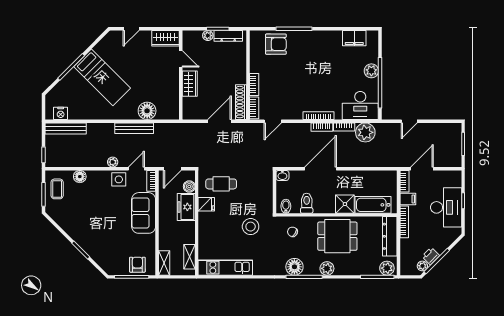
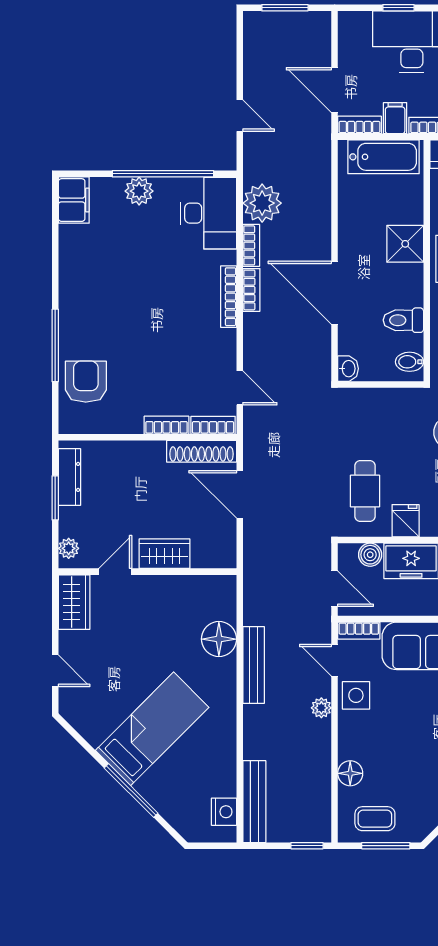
plant: (208, 36) -> (69, 548), moved
filing cabinet: (354, 38) -> (74, 200), moved
bathtub: (373, 205) -> (384, 157), moved, turned -90

